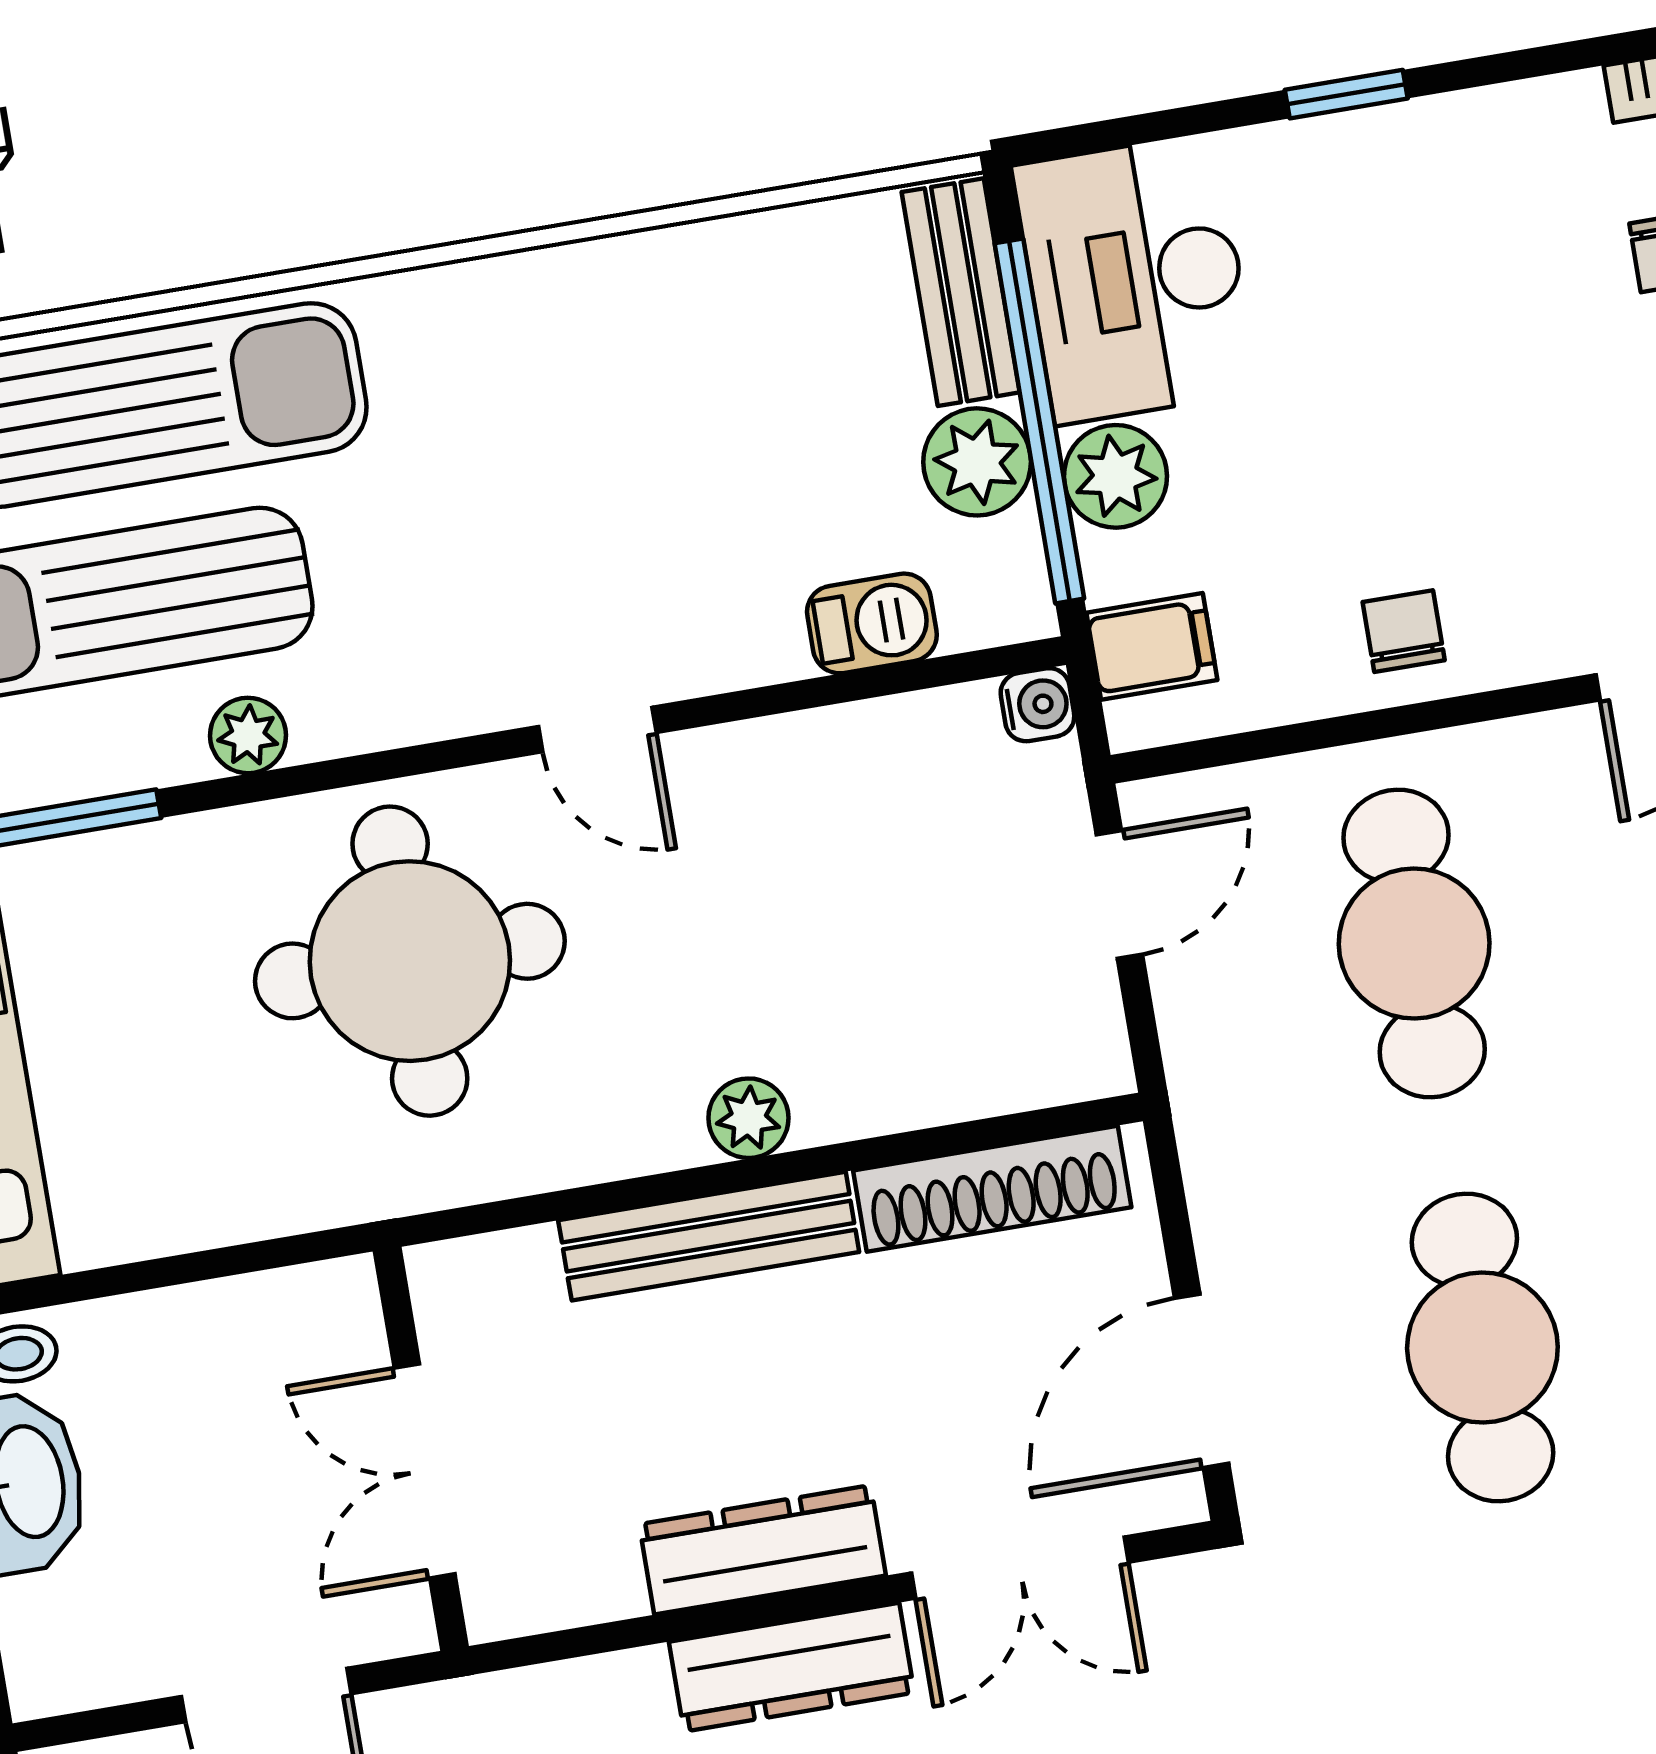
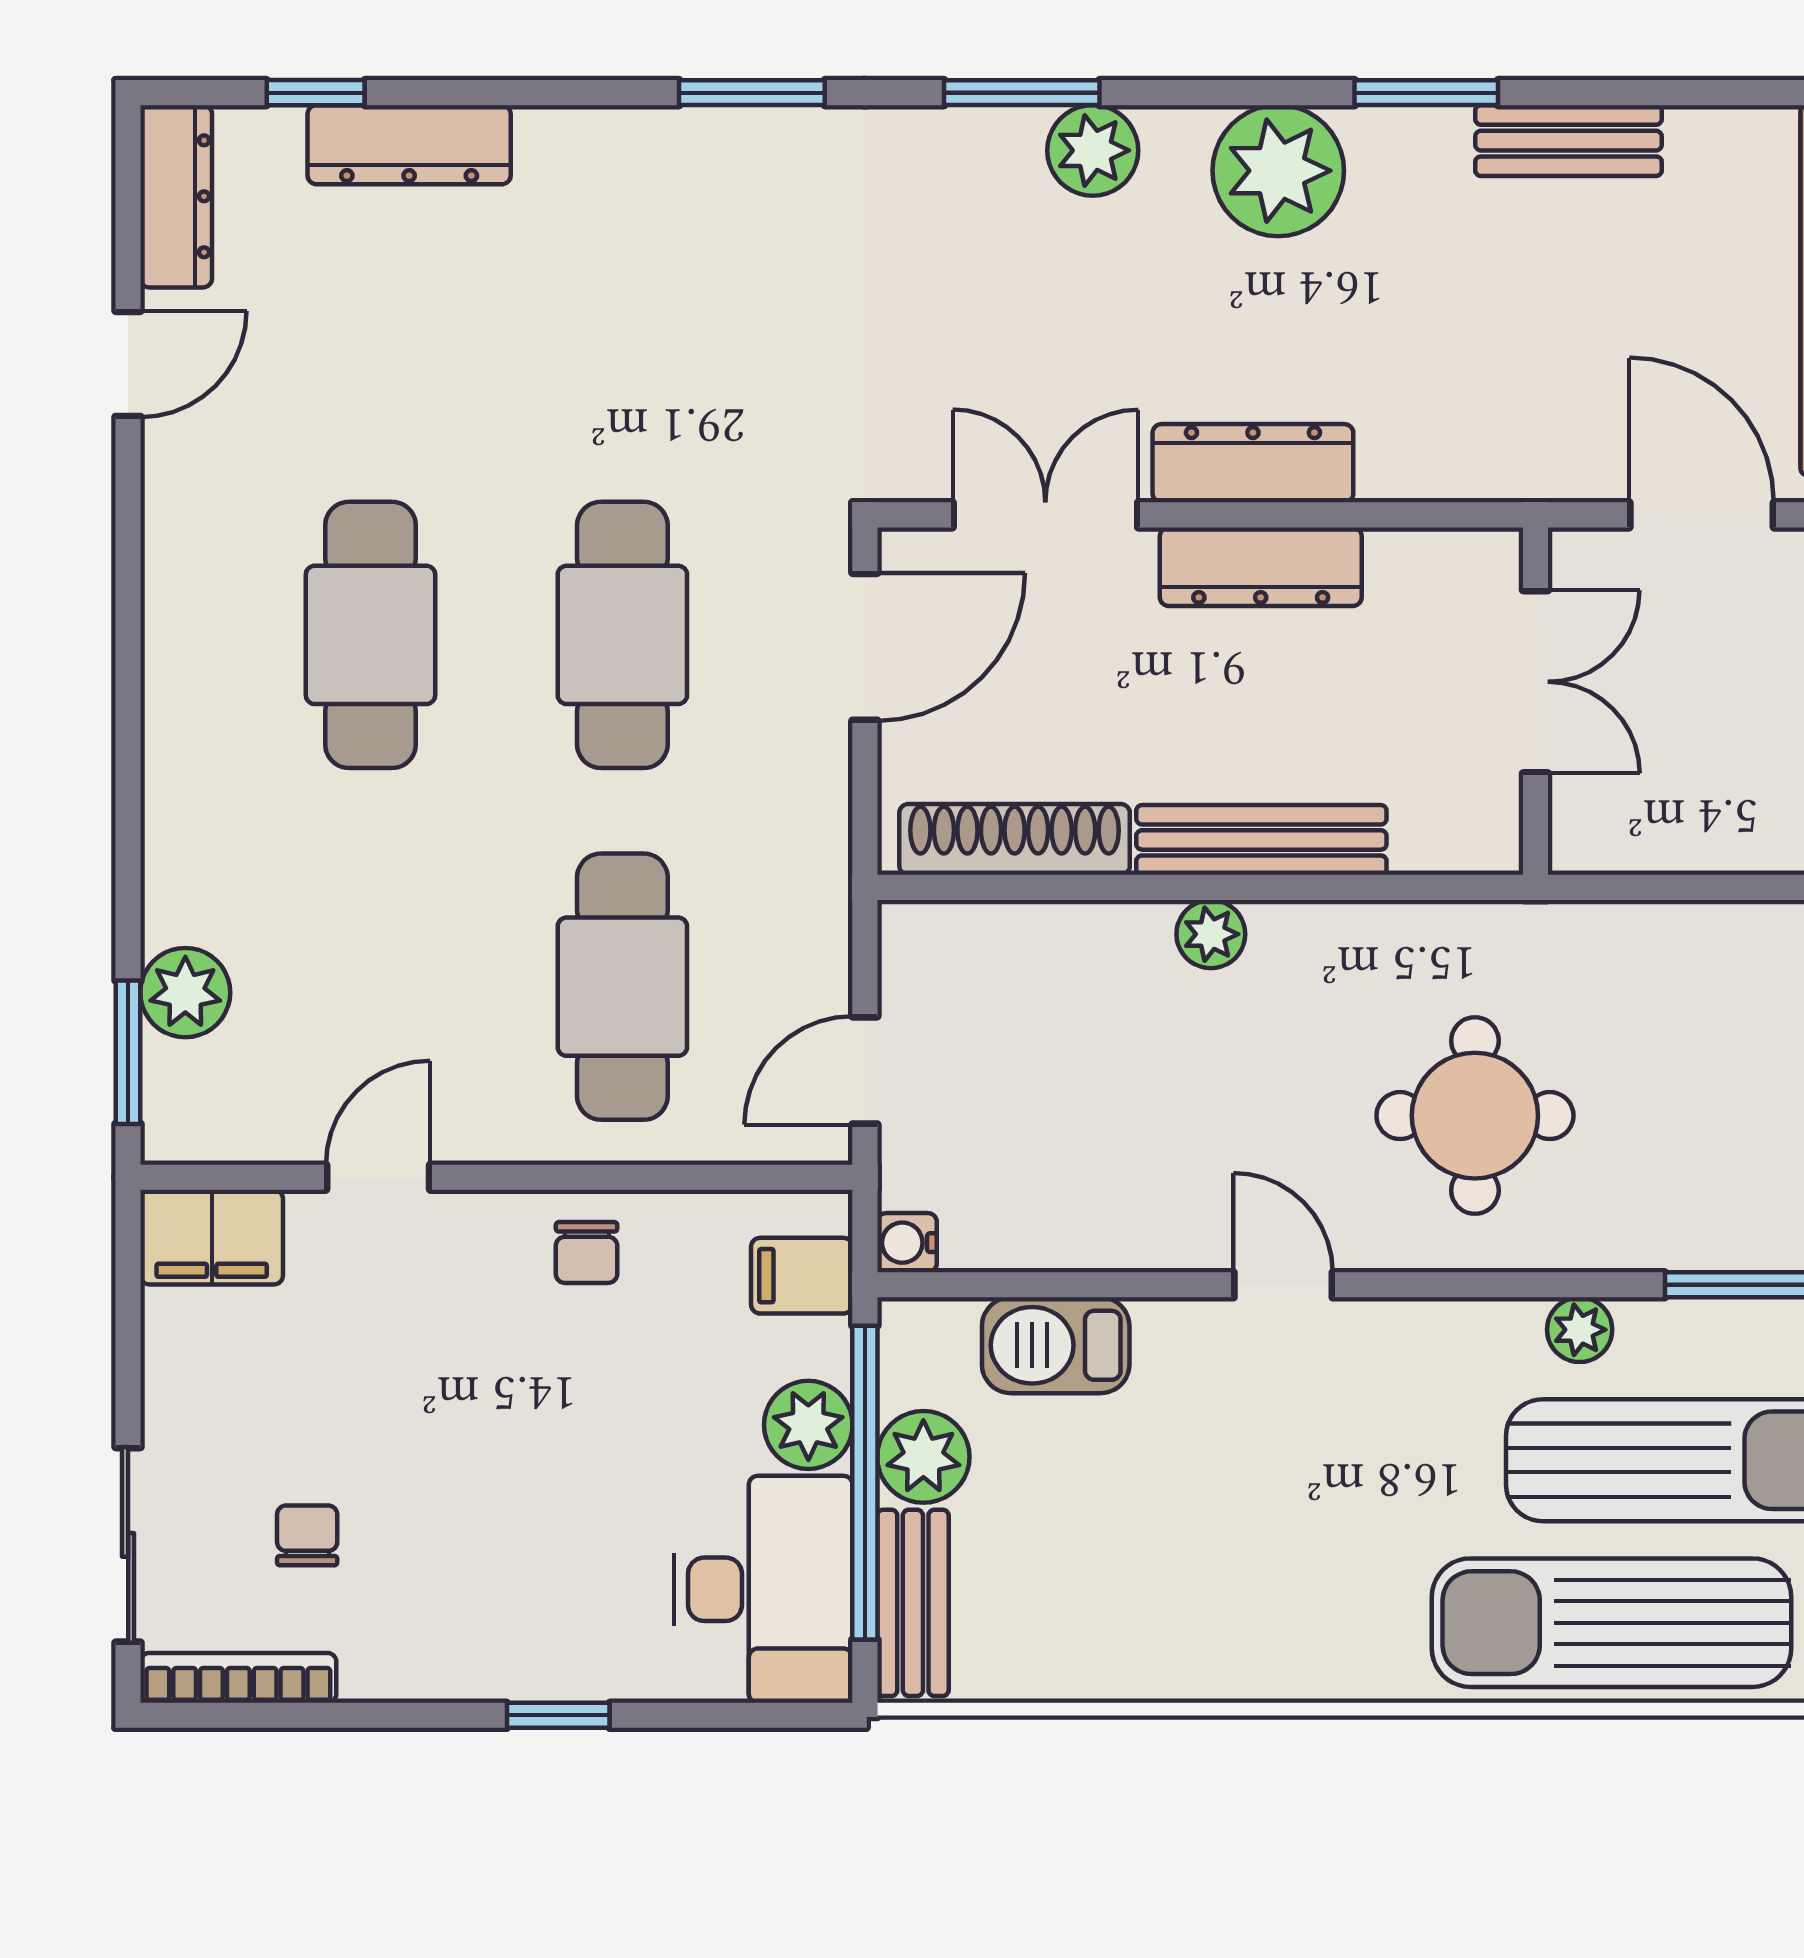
barbecue: (872, 623) -> (1056, 1345), width x1.38, depth x1.27
round table: (410, 961) -> (1475, 1116), width x0.73, depth x0.73

